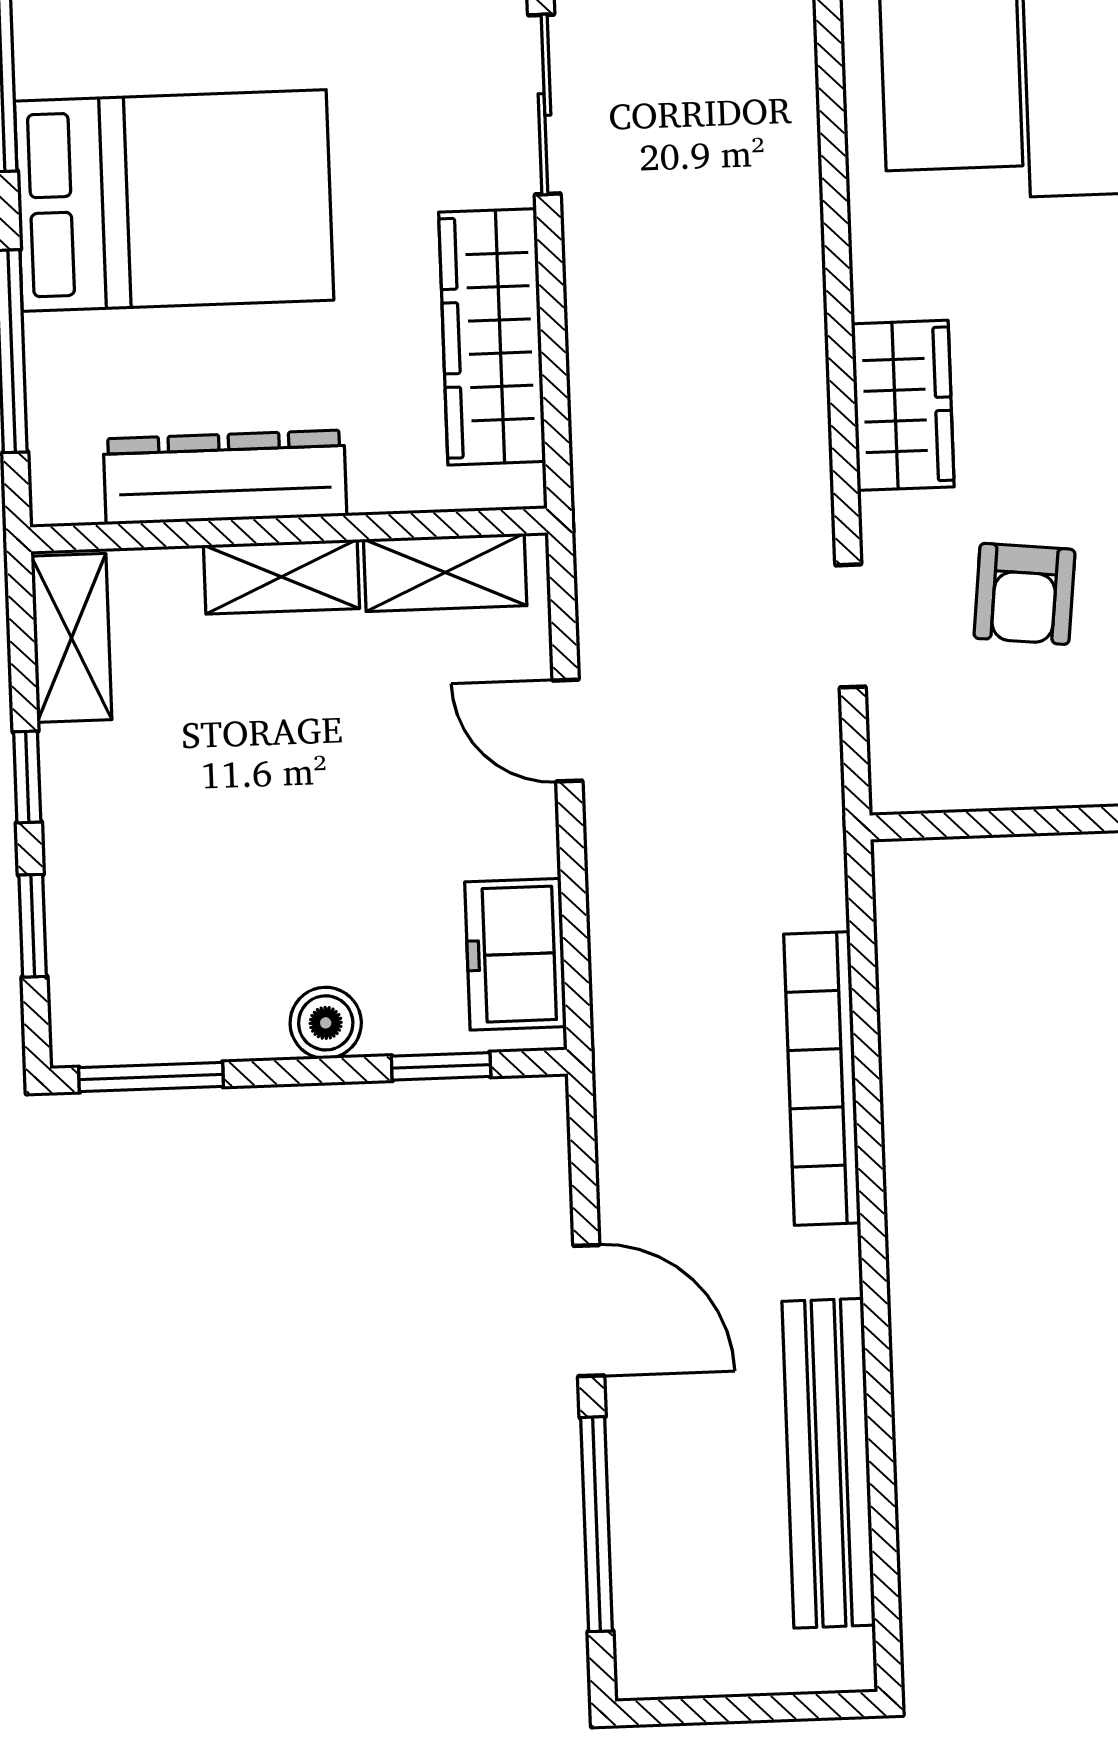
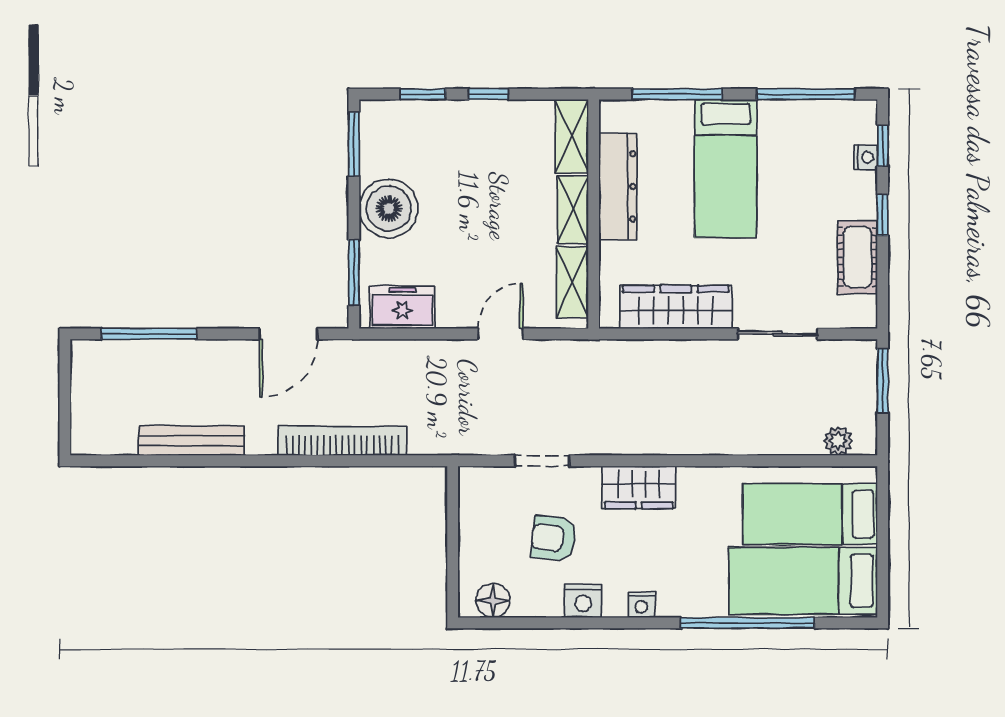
bed: (174, 201) -> (726, 169), width x0.67
shelving: (71, 638) -> (572, 136), moved, turned 90
boiler: (326, 1023) -> (389, 209), width x1.86, depth x1.86
window: (441, 1066) -> (354, 273), width x1.50
door: (589, 1311) -> (288, 334), moved
bench: (829, 1463) -> (192, 441), width x0.73, depth x0.82

